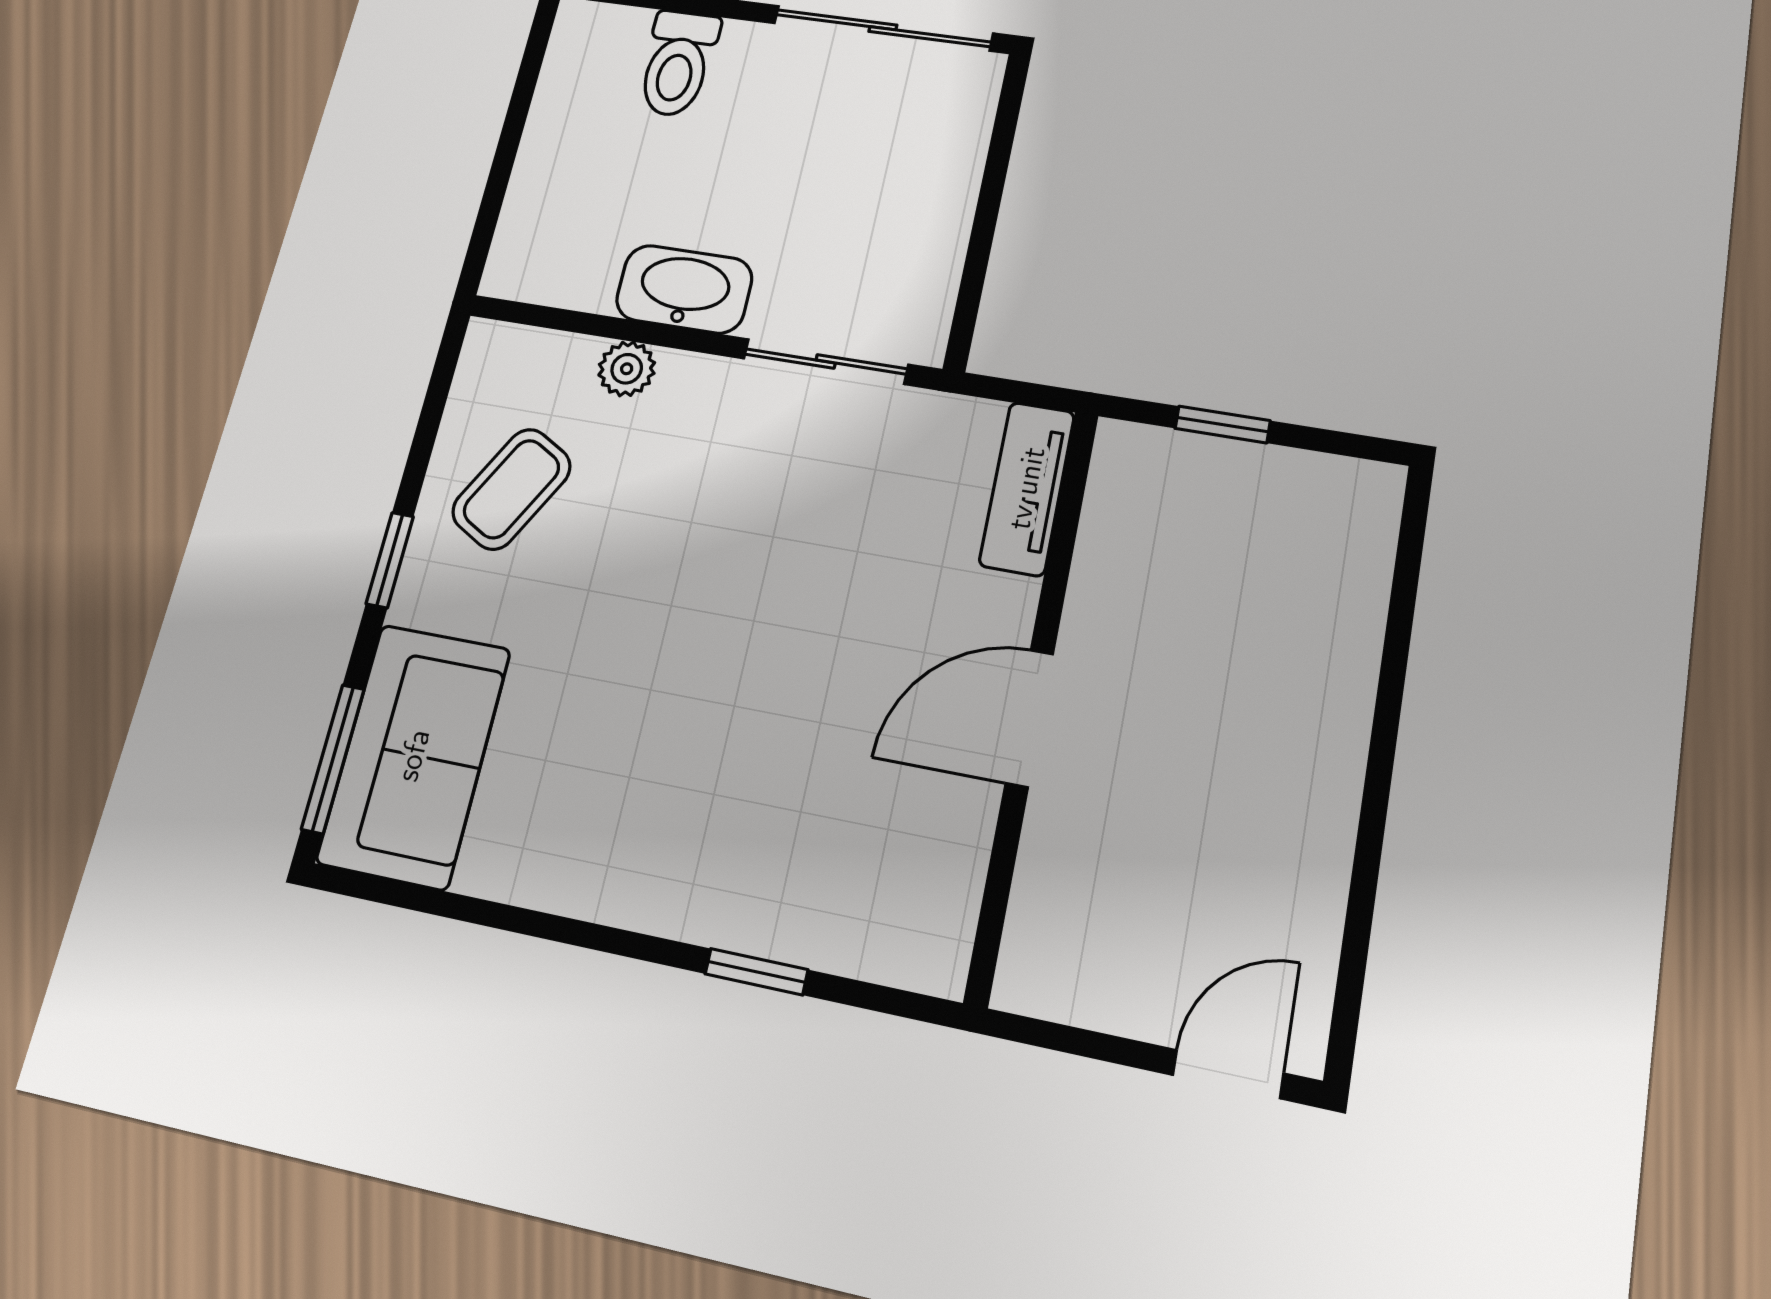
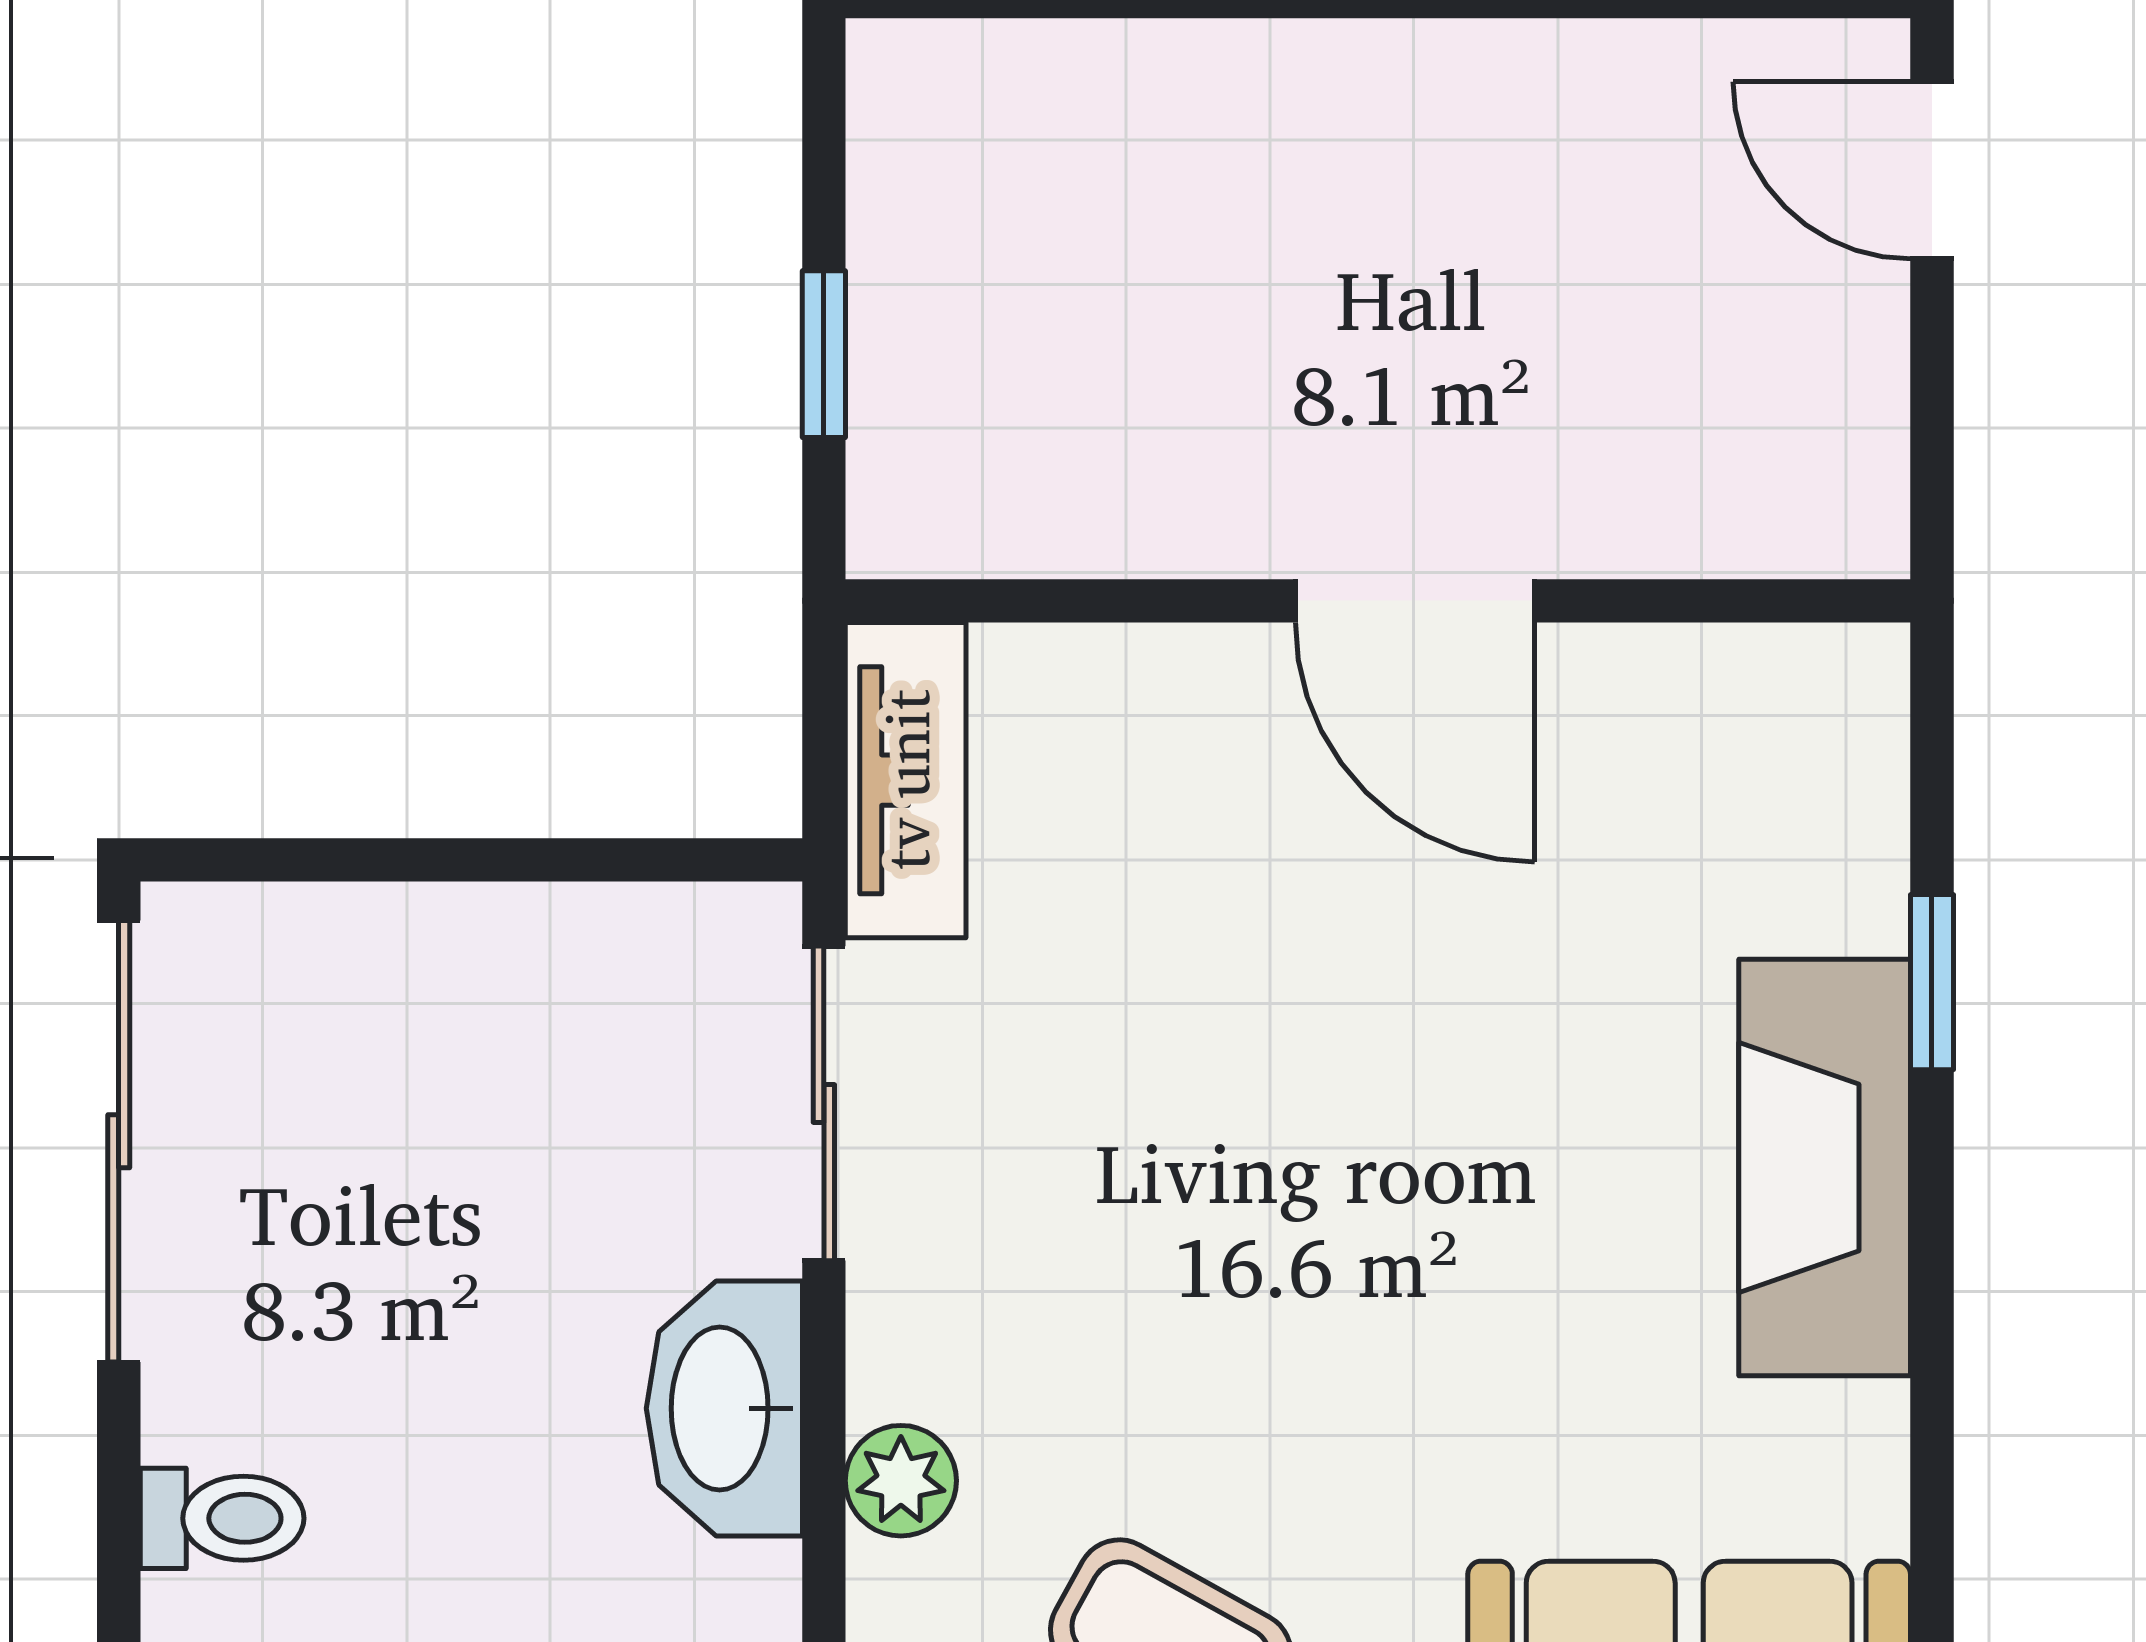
toilet: (678, 63) -> (222, 1518), width x0.73, depth x0.72
tv unit: (1027, 488) -> (906, 780), moved, turned -90
fireplace: (669, 888) -> (1825, 1168), added

